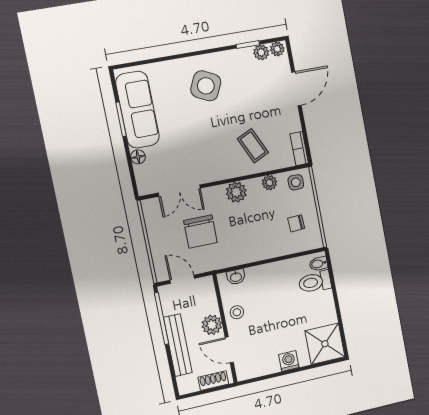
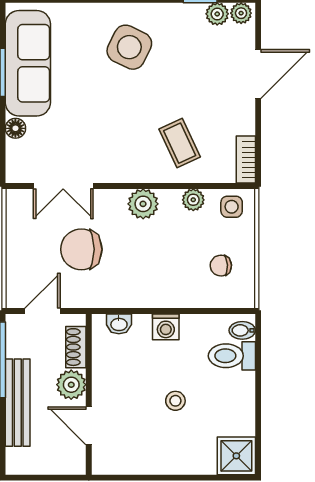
chair: (200, 232) -> (81, 249), turned 90
door: (182, 279) -> (42, 311), hinge flipped
stool: (237, 312) -> (175, 401), moved
shower: (325, 344) -> (236, 456), width x0.73, depth x0.73
washing machine: (289, 361) -> (166, 327), moved, turned 180
shoe rack: (213, 381) -> (76, 347), moved, turned -90

